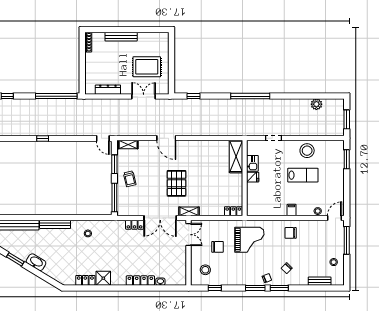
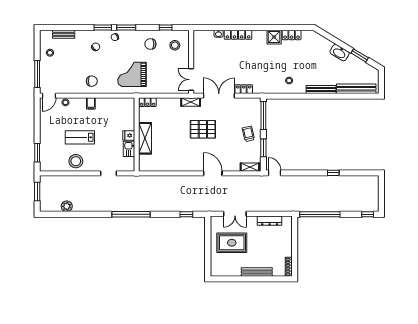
shelving: (236, 156) -> (145, 138), moved
pallet: (176, 183) -> (203, 129), turned 90
chair: (217, 247) -> (150, 44), moved

